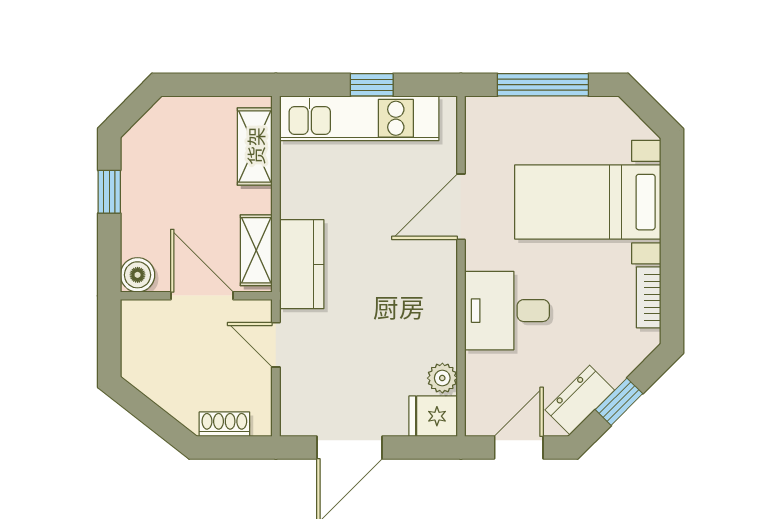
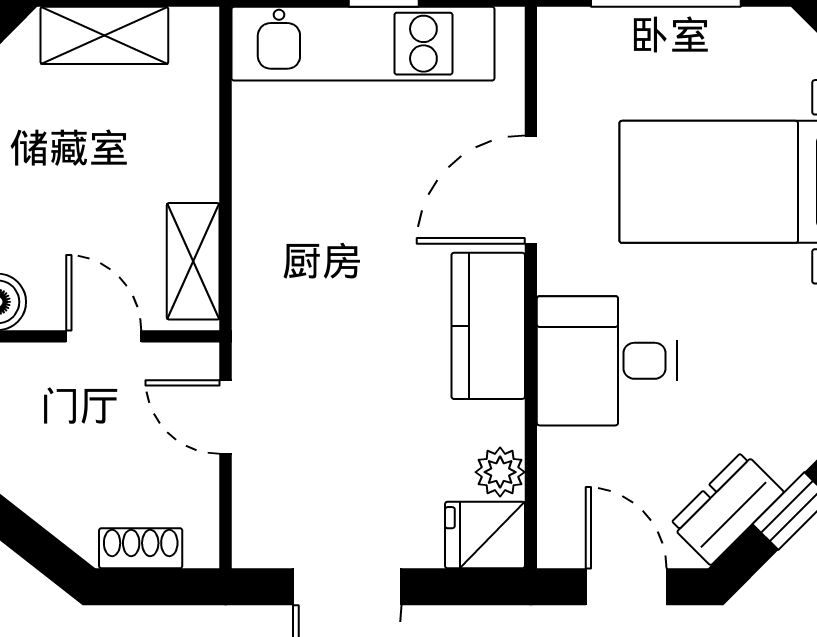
shelving: (255, 146) -> (104, 35), moved, turned 90
kitchen counter: (302, 264) -> (488, 326), moved, turned 180
door: (202, 296) -> (104, 336), width x0.73
door: (519, 448) -> (626, 587), hinge flipped

